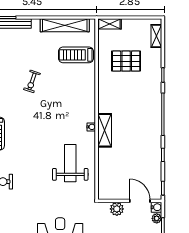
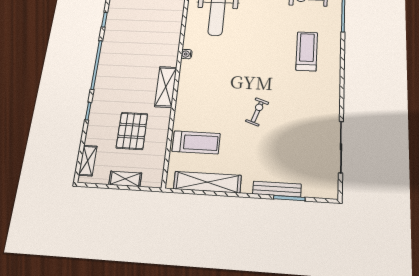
shelving: (109, 24) -> (125, 179), moved
pallet: (126, 61) -> (132, 131), turned 90
shelving: (105, 130) -> (166, 87), moved

